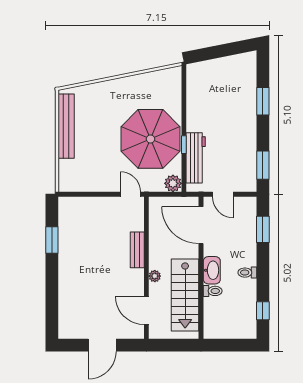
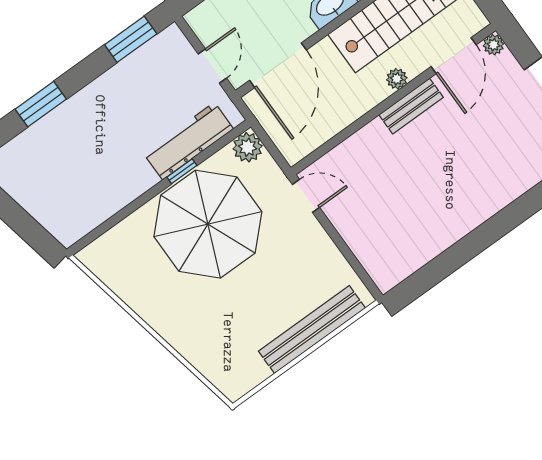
bench: (66, 126) -> (312, 330), moved
door: (131, 194) -> (306, 196), swing flipped
window: (52, 240) -> (450, 260), removed
bench: (137, 250) -> (411, 106), moved
plant: (138, 333) -> (494, 45), added

